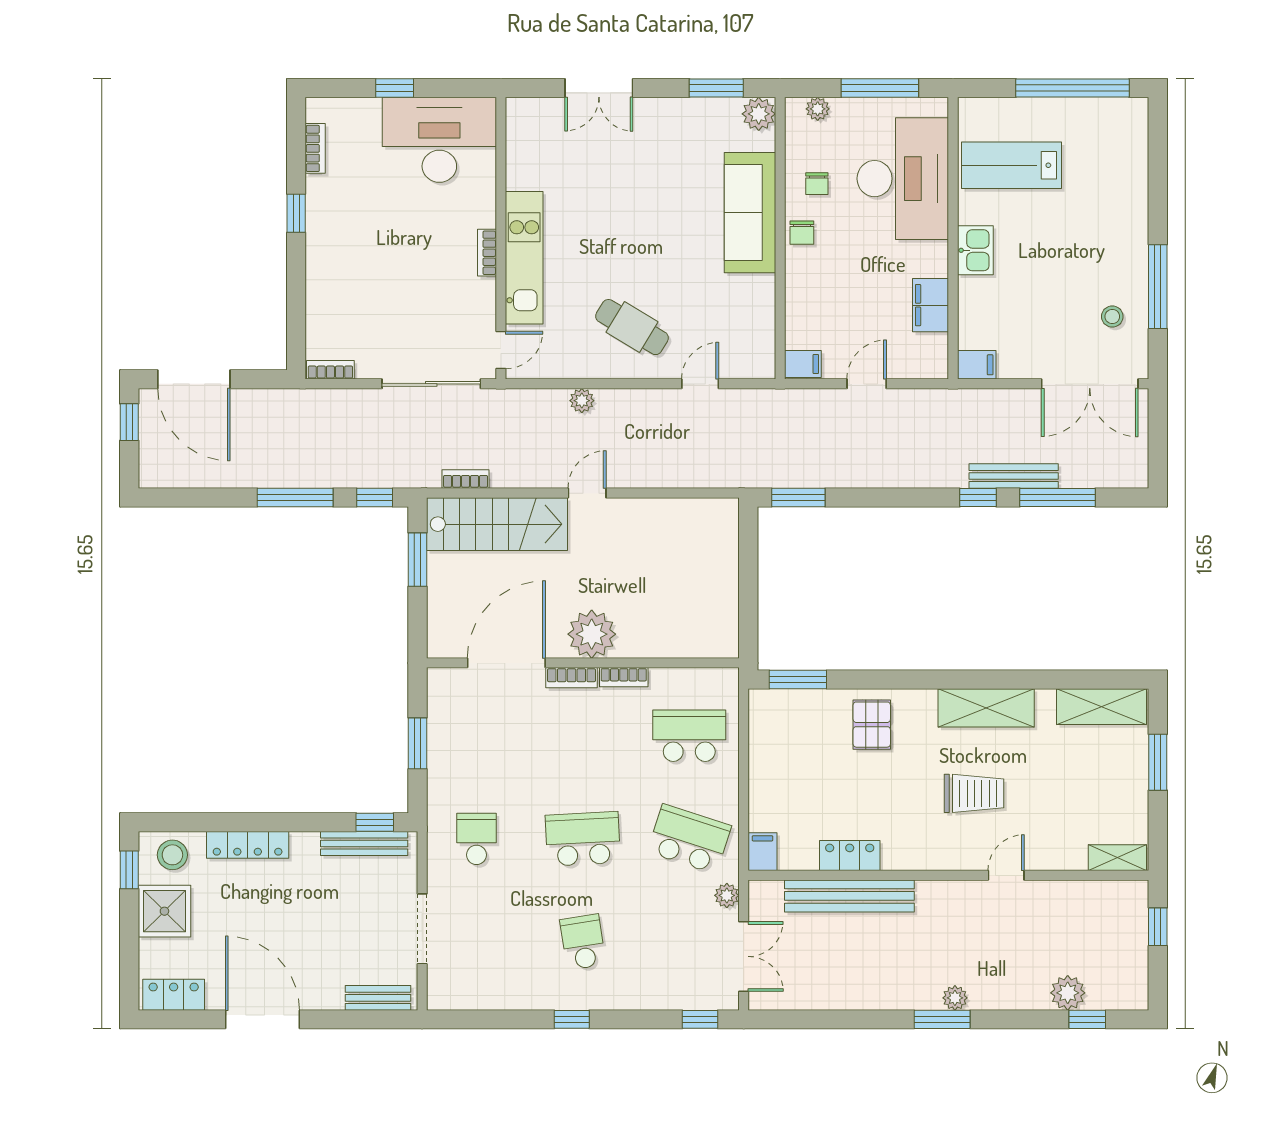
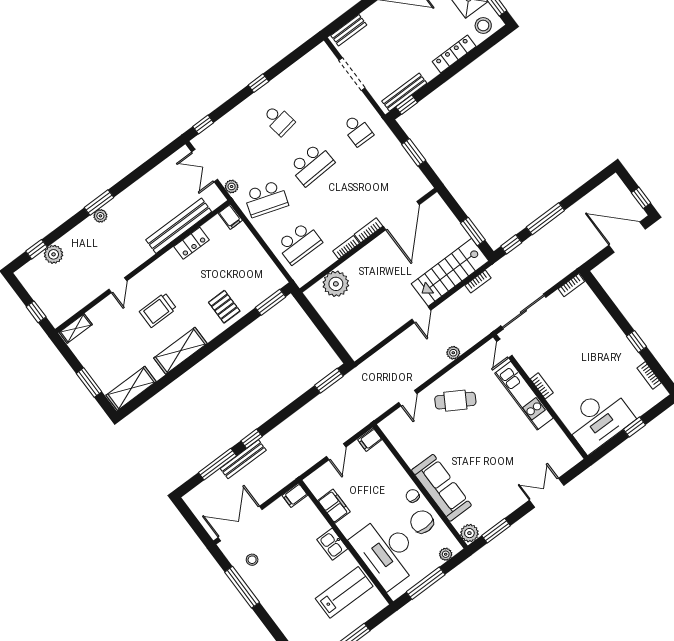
chair: (817, 184) -> (422, 522), width x1.87, depth x1.87
plant: (592, 634) -> (336, 284), moved

